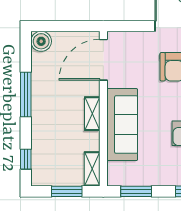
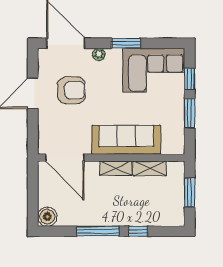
window: (26, 159) -> (138, 231), moved
shelving: (92, 169) -> (150, 168), moved
window: (136, 191) -> (190, 113), moved

